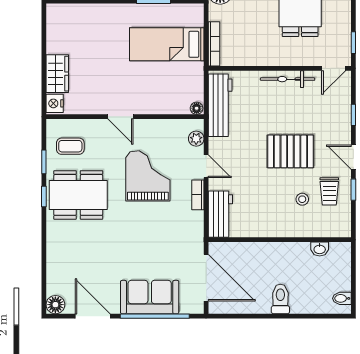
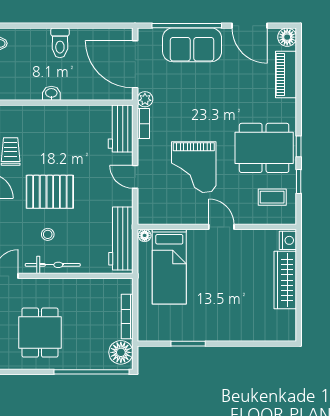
bed: (167, 44) -> (169, 267), moved, turned 90
bookcase: (214, 44) -> (127, 316), moved
wardrobe: (57, 74) -> (285, 280), width x1.50
plant: (196, 139) -> (145, 99), moved
bookcase: (198, 195) -> (143, 124), moved
stool: (302, 199) -> (48, 234), moved
washbasin: (320, 249) -> (51, 93), moved
piano: (57, 268) -> (286, 75), added

